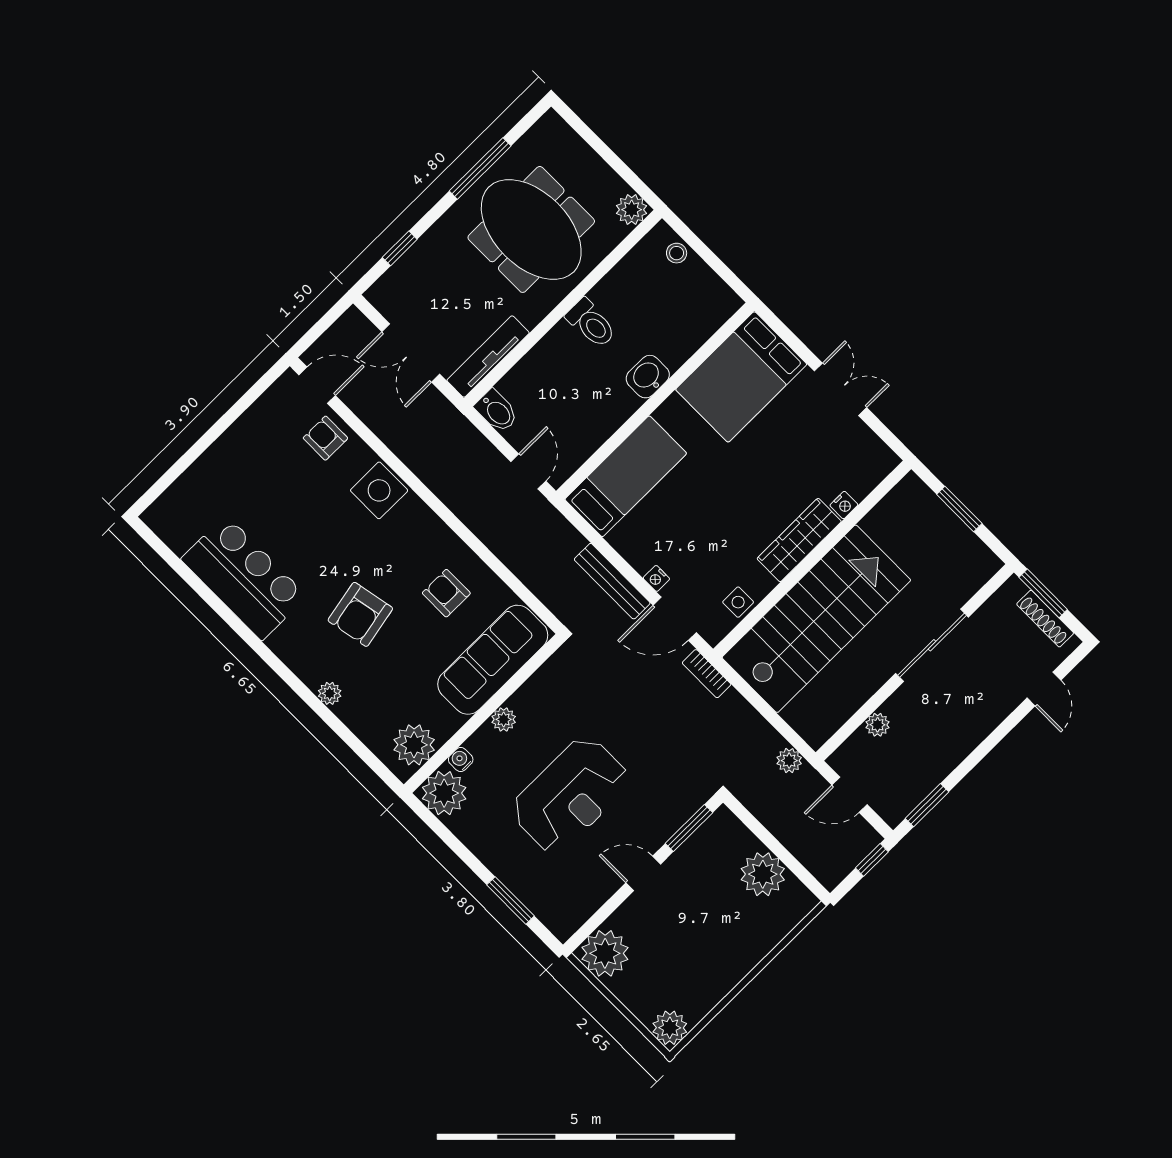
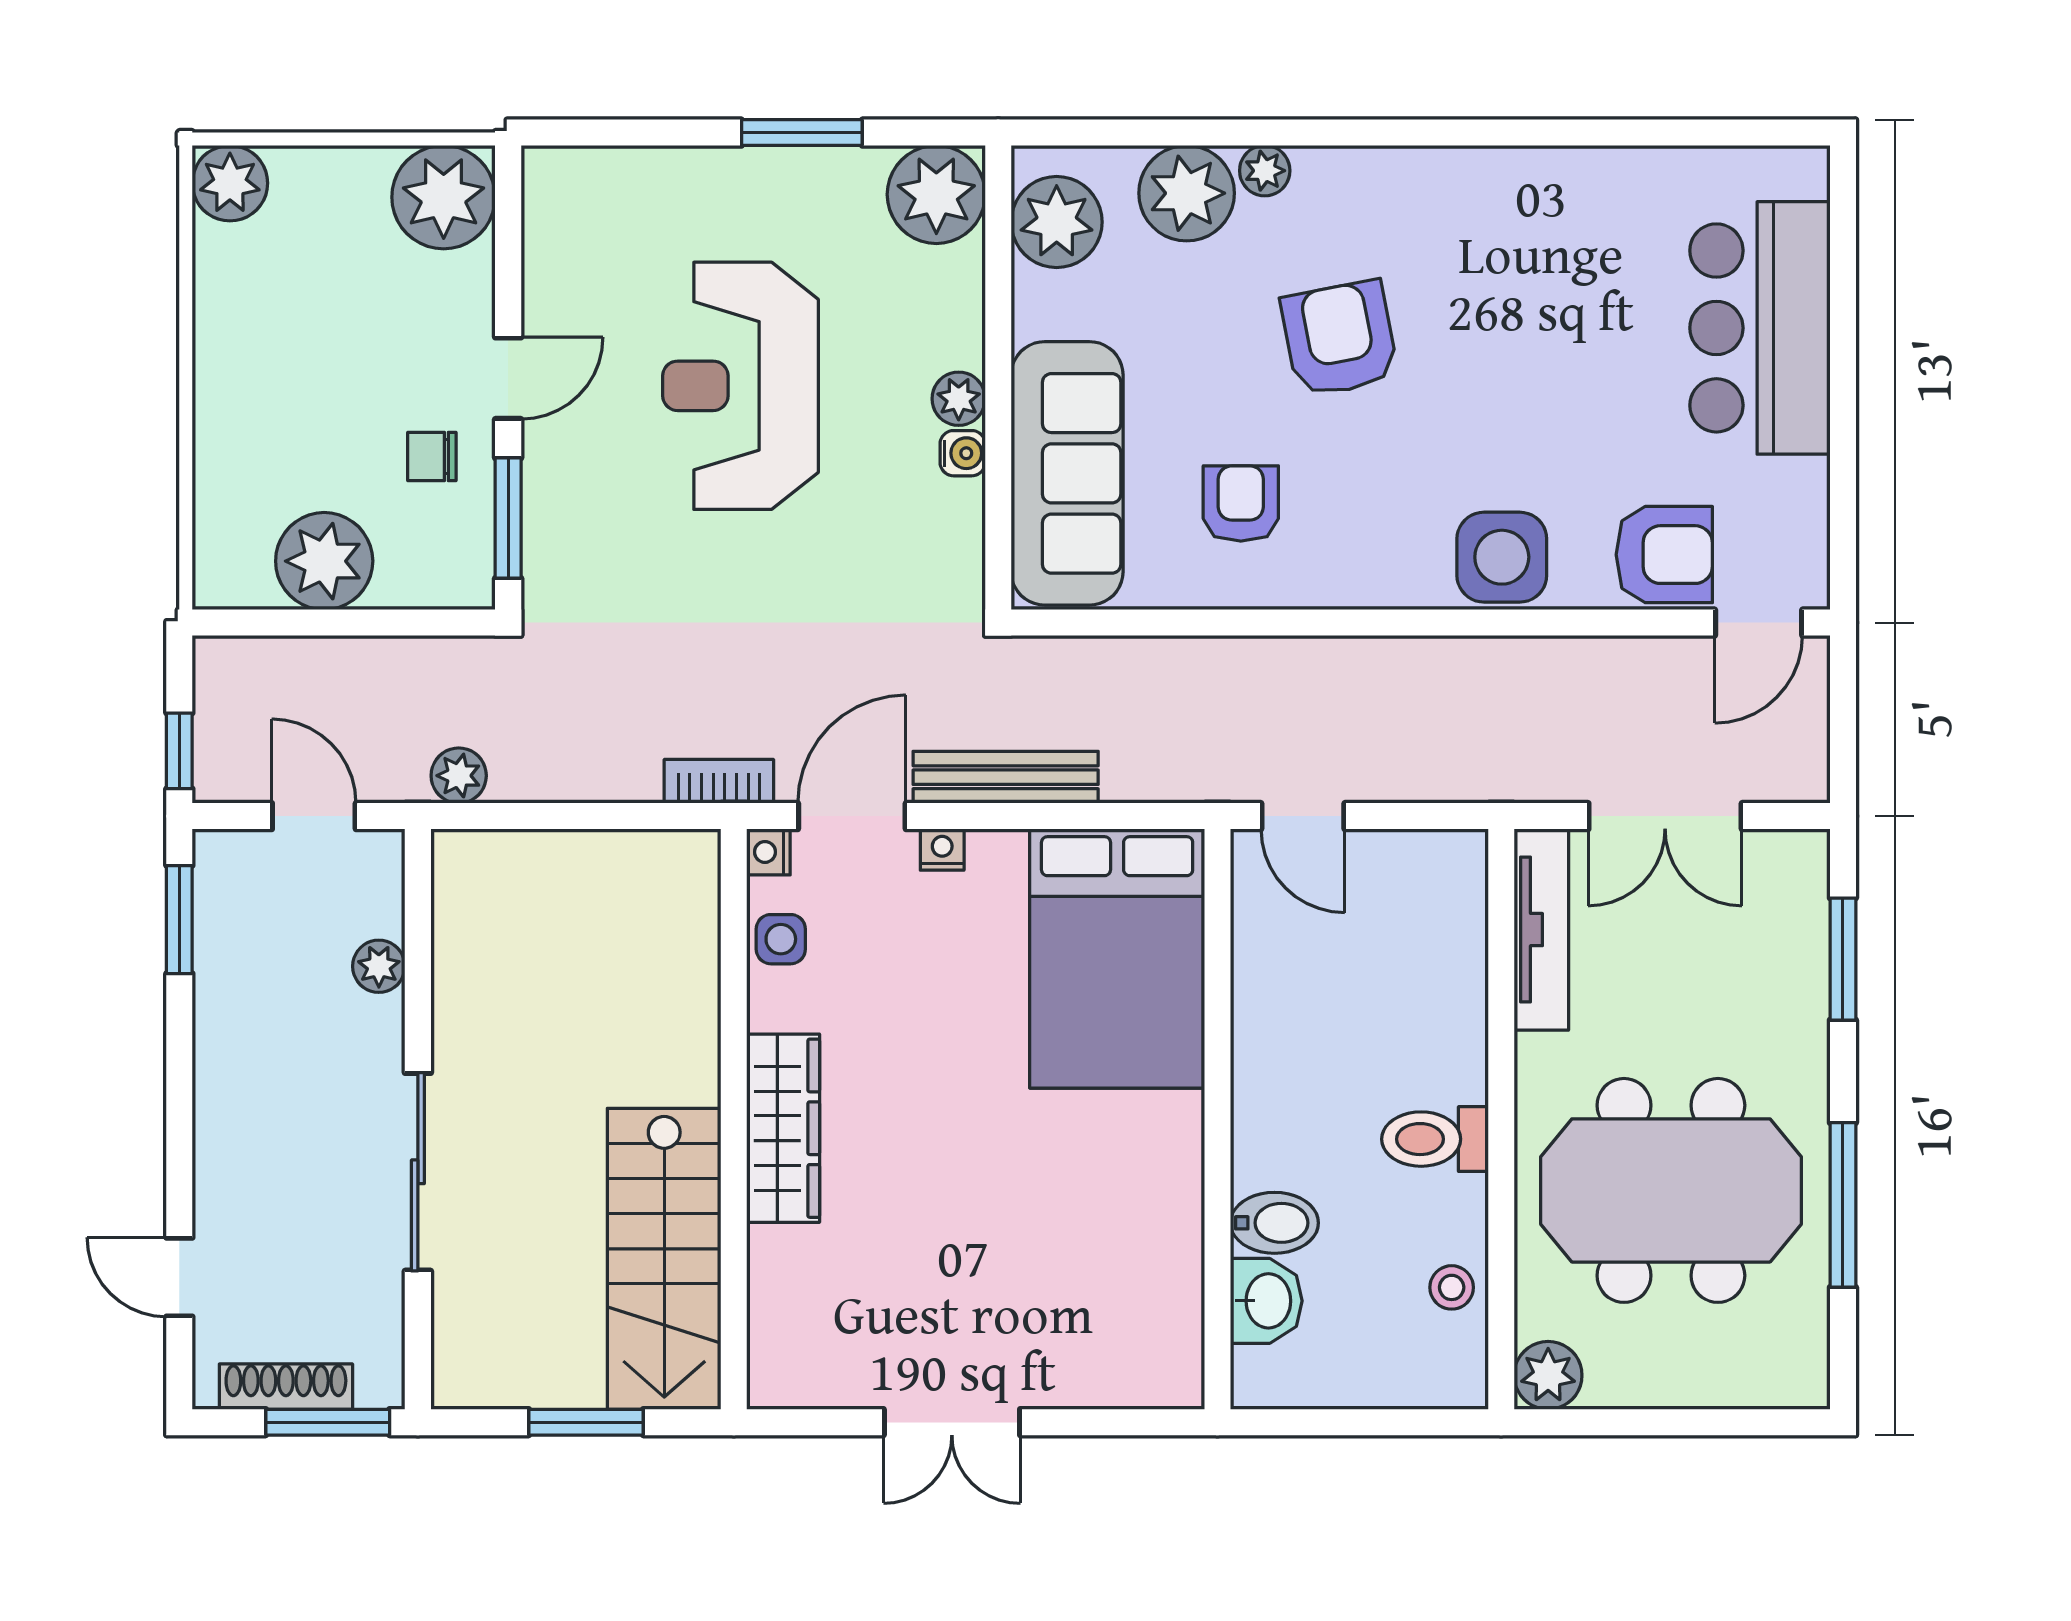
window: (400, 248) -> (1843, 959), width x1.50
stool: (677, 253) -> (1452, 1287), moved
double door: (411, 353) -> (1665, 816), swing flipped
washbasin: (648, 377) -> (1266, 1301), moved
bed: (741, 377) -> (1123, 1288), removed
bidet: (497, 411) -> (1274, 1223), moved, turned 180
armchair: (325, 438) -> (1664, 555), width x1.38, depth x1.38
bed: (626, 476) -> (1117, 958), width x1.50
nightstand: (844, 505) -> (768, 852), moved
bar counter: (244, 578) -> (1760, 328), moved, turned 90
armchair: (446, 593) -> (1241, 504), turned -90
stairs: (816, 619) -> (664, 1259), moved, width x0.73, depth x0.66
plant: (362, 712) -> (1187, 193), added
water cooler: (461, 759) -> (963, 453), moved
door: (849, 795) -> (314, 816), hinge flipped
chair: (694, 873) -> (432, 456), added
window: (510, 900) -> (802, 133), moved

